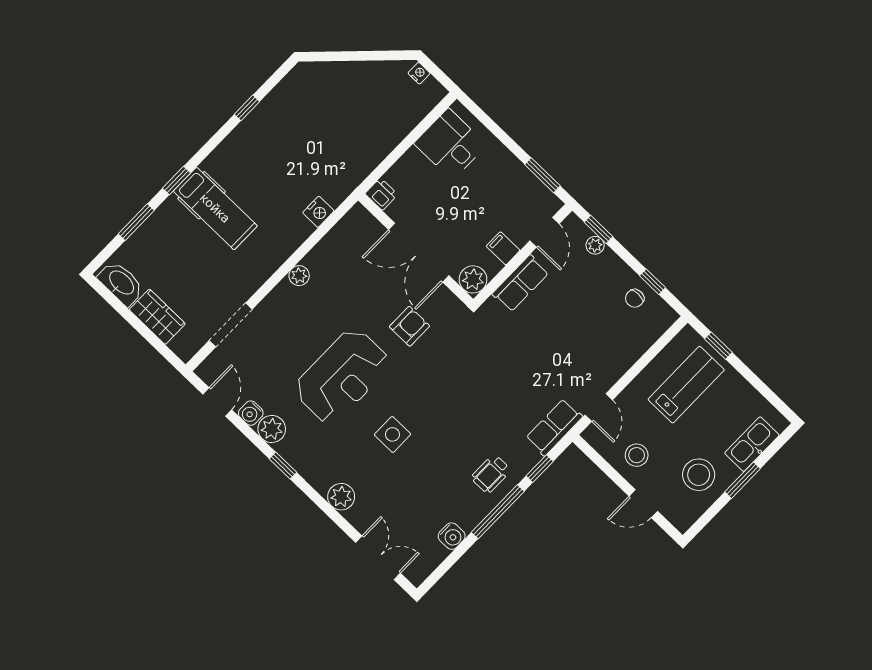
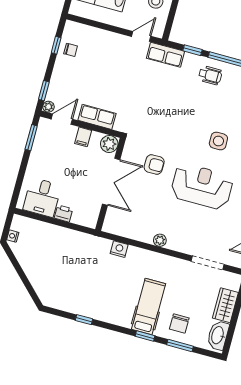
printer: (381, 194) -> (63, 213), moved, turned 90
chair: (168, 238) -> (179, 323), added
plant: (595, 245) -> (48, 107), moved
armchair: (409, 326) -> (154, 164), turned 180

